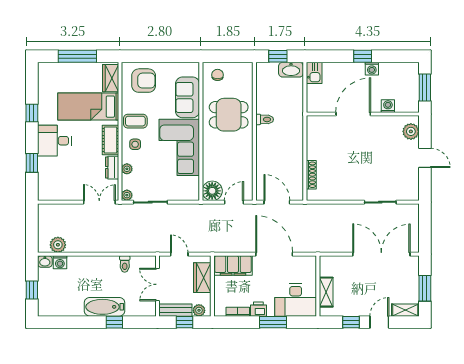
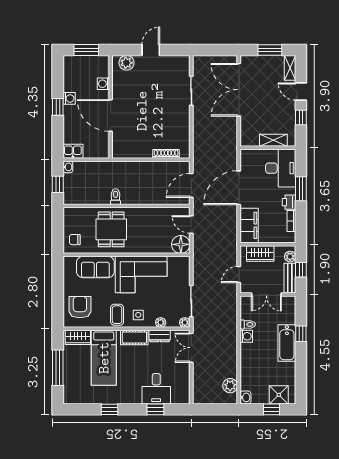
washbasin: (291, 70) -> (68, 167), width x0.52, depth x0.69
desk: (54, 141) -> (156, 389), moved
washing machine: (60, 262) -> (246, 336), moved
shower: (48, 298) -> (279, 395), added

